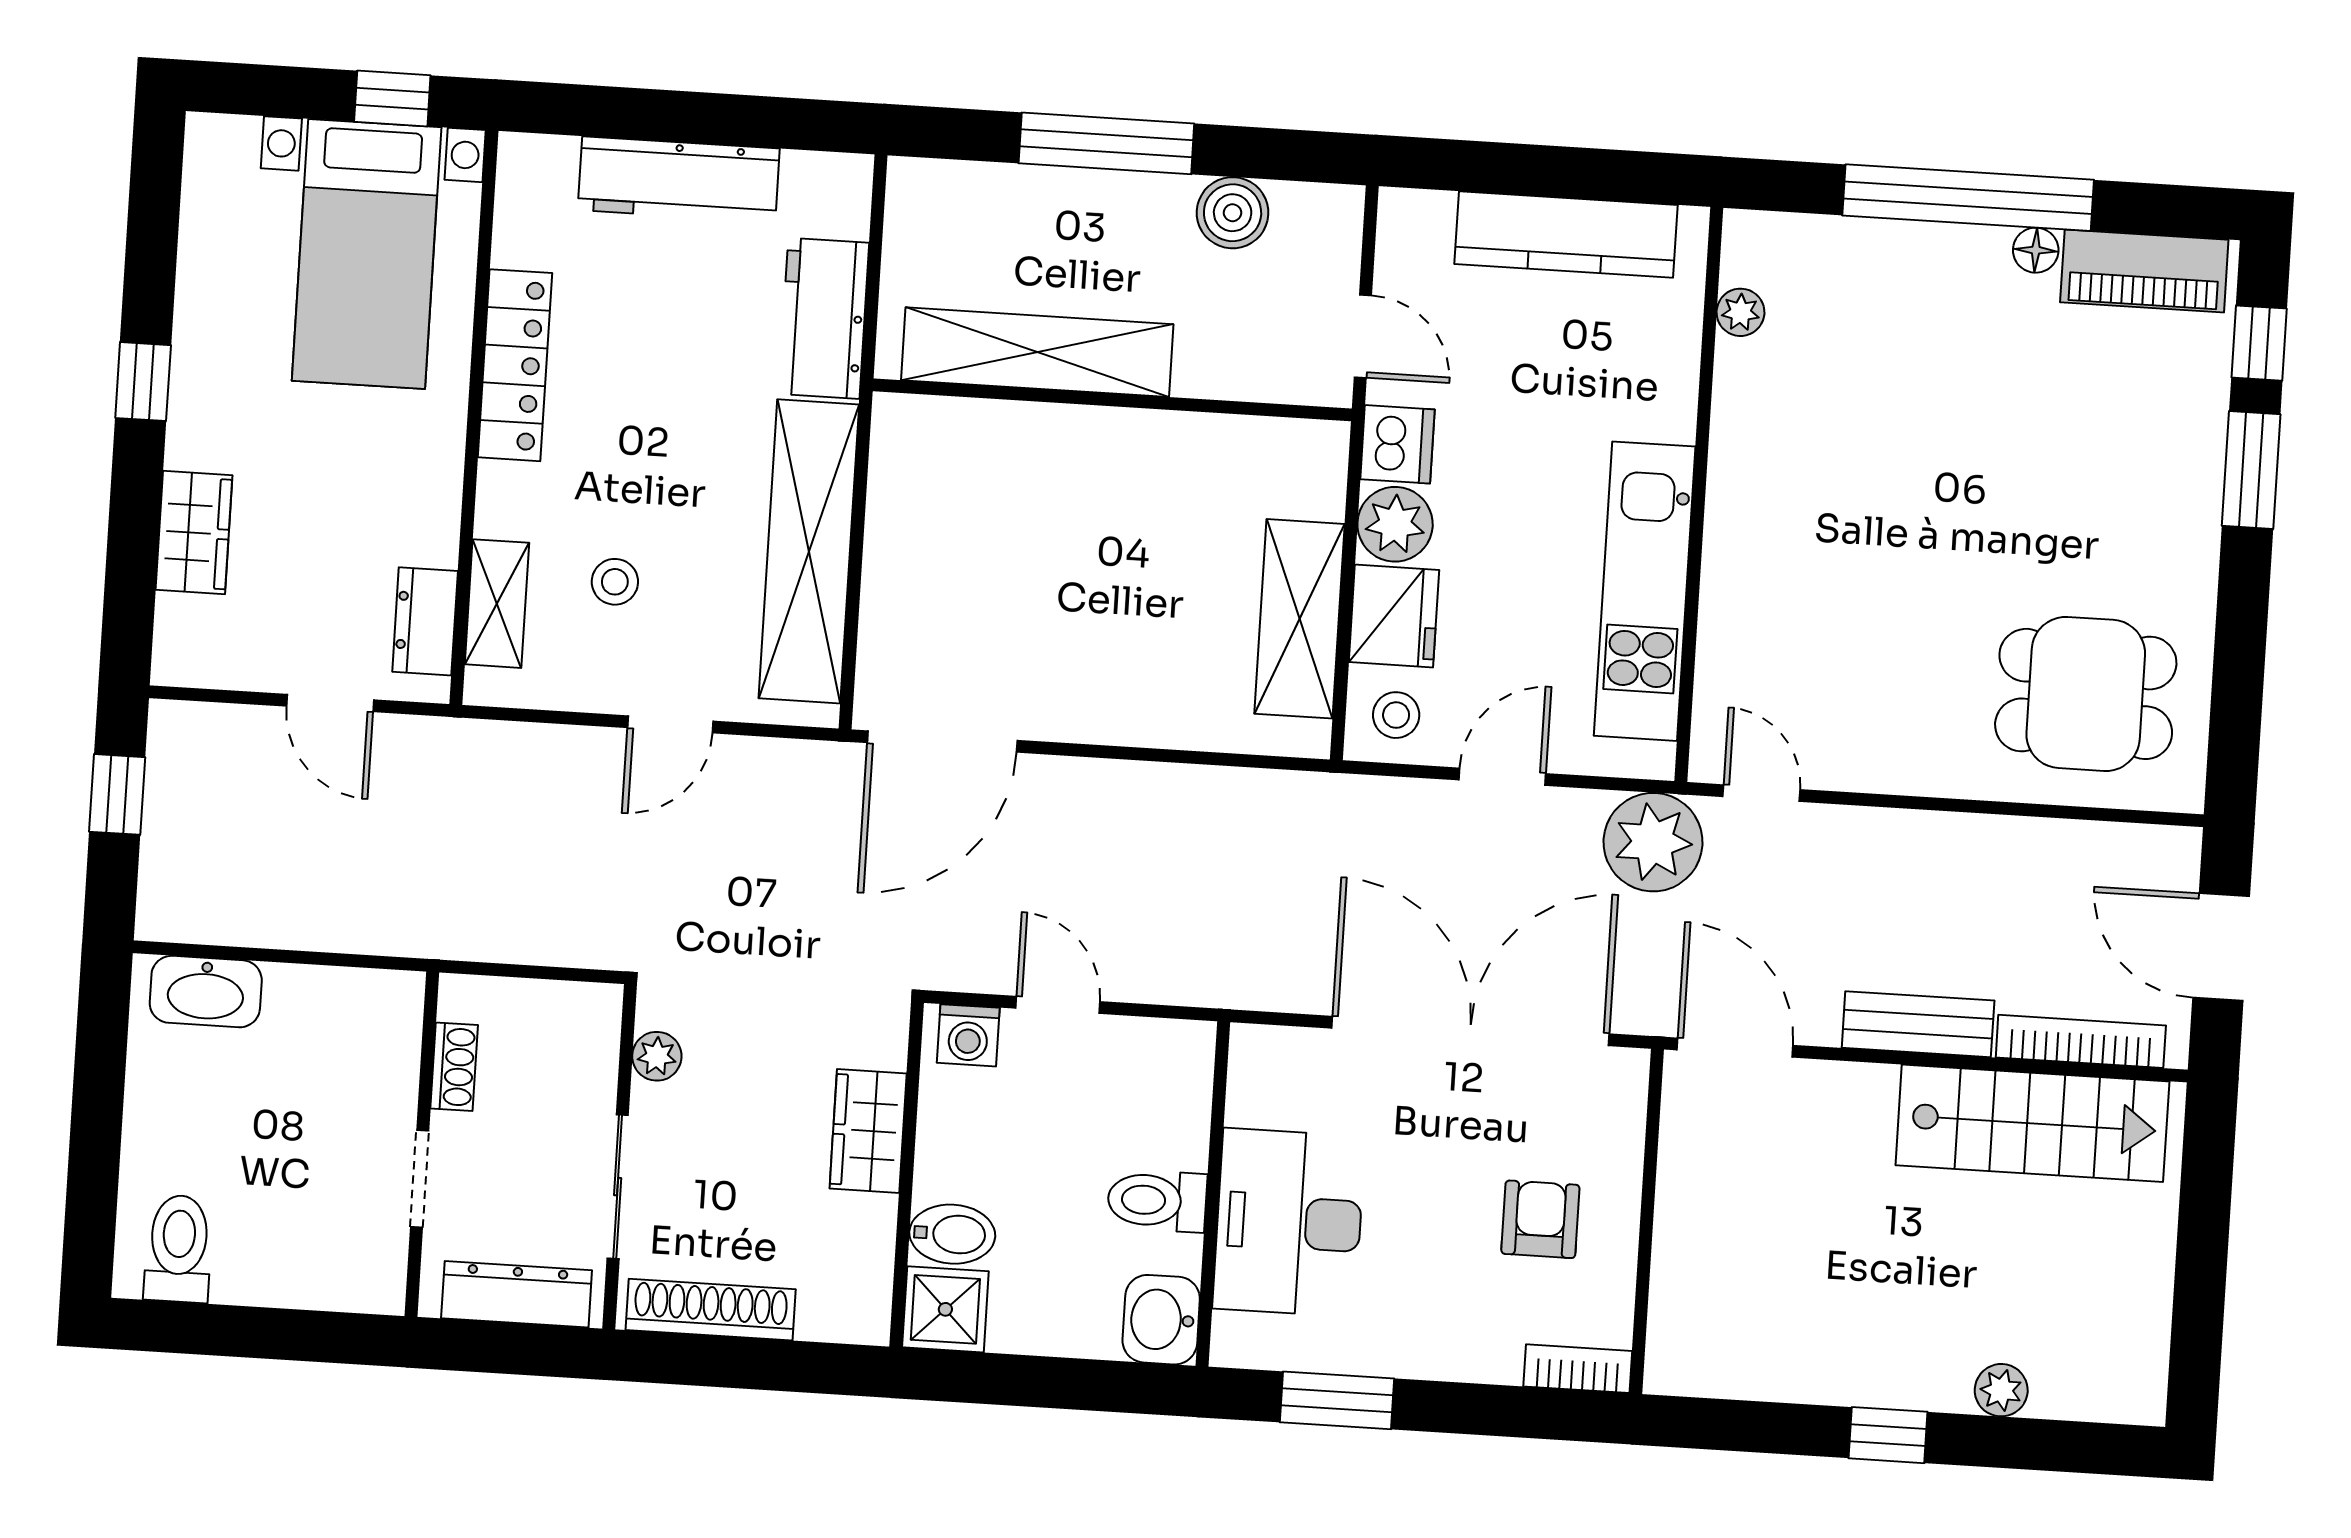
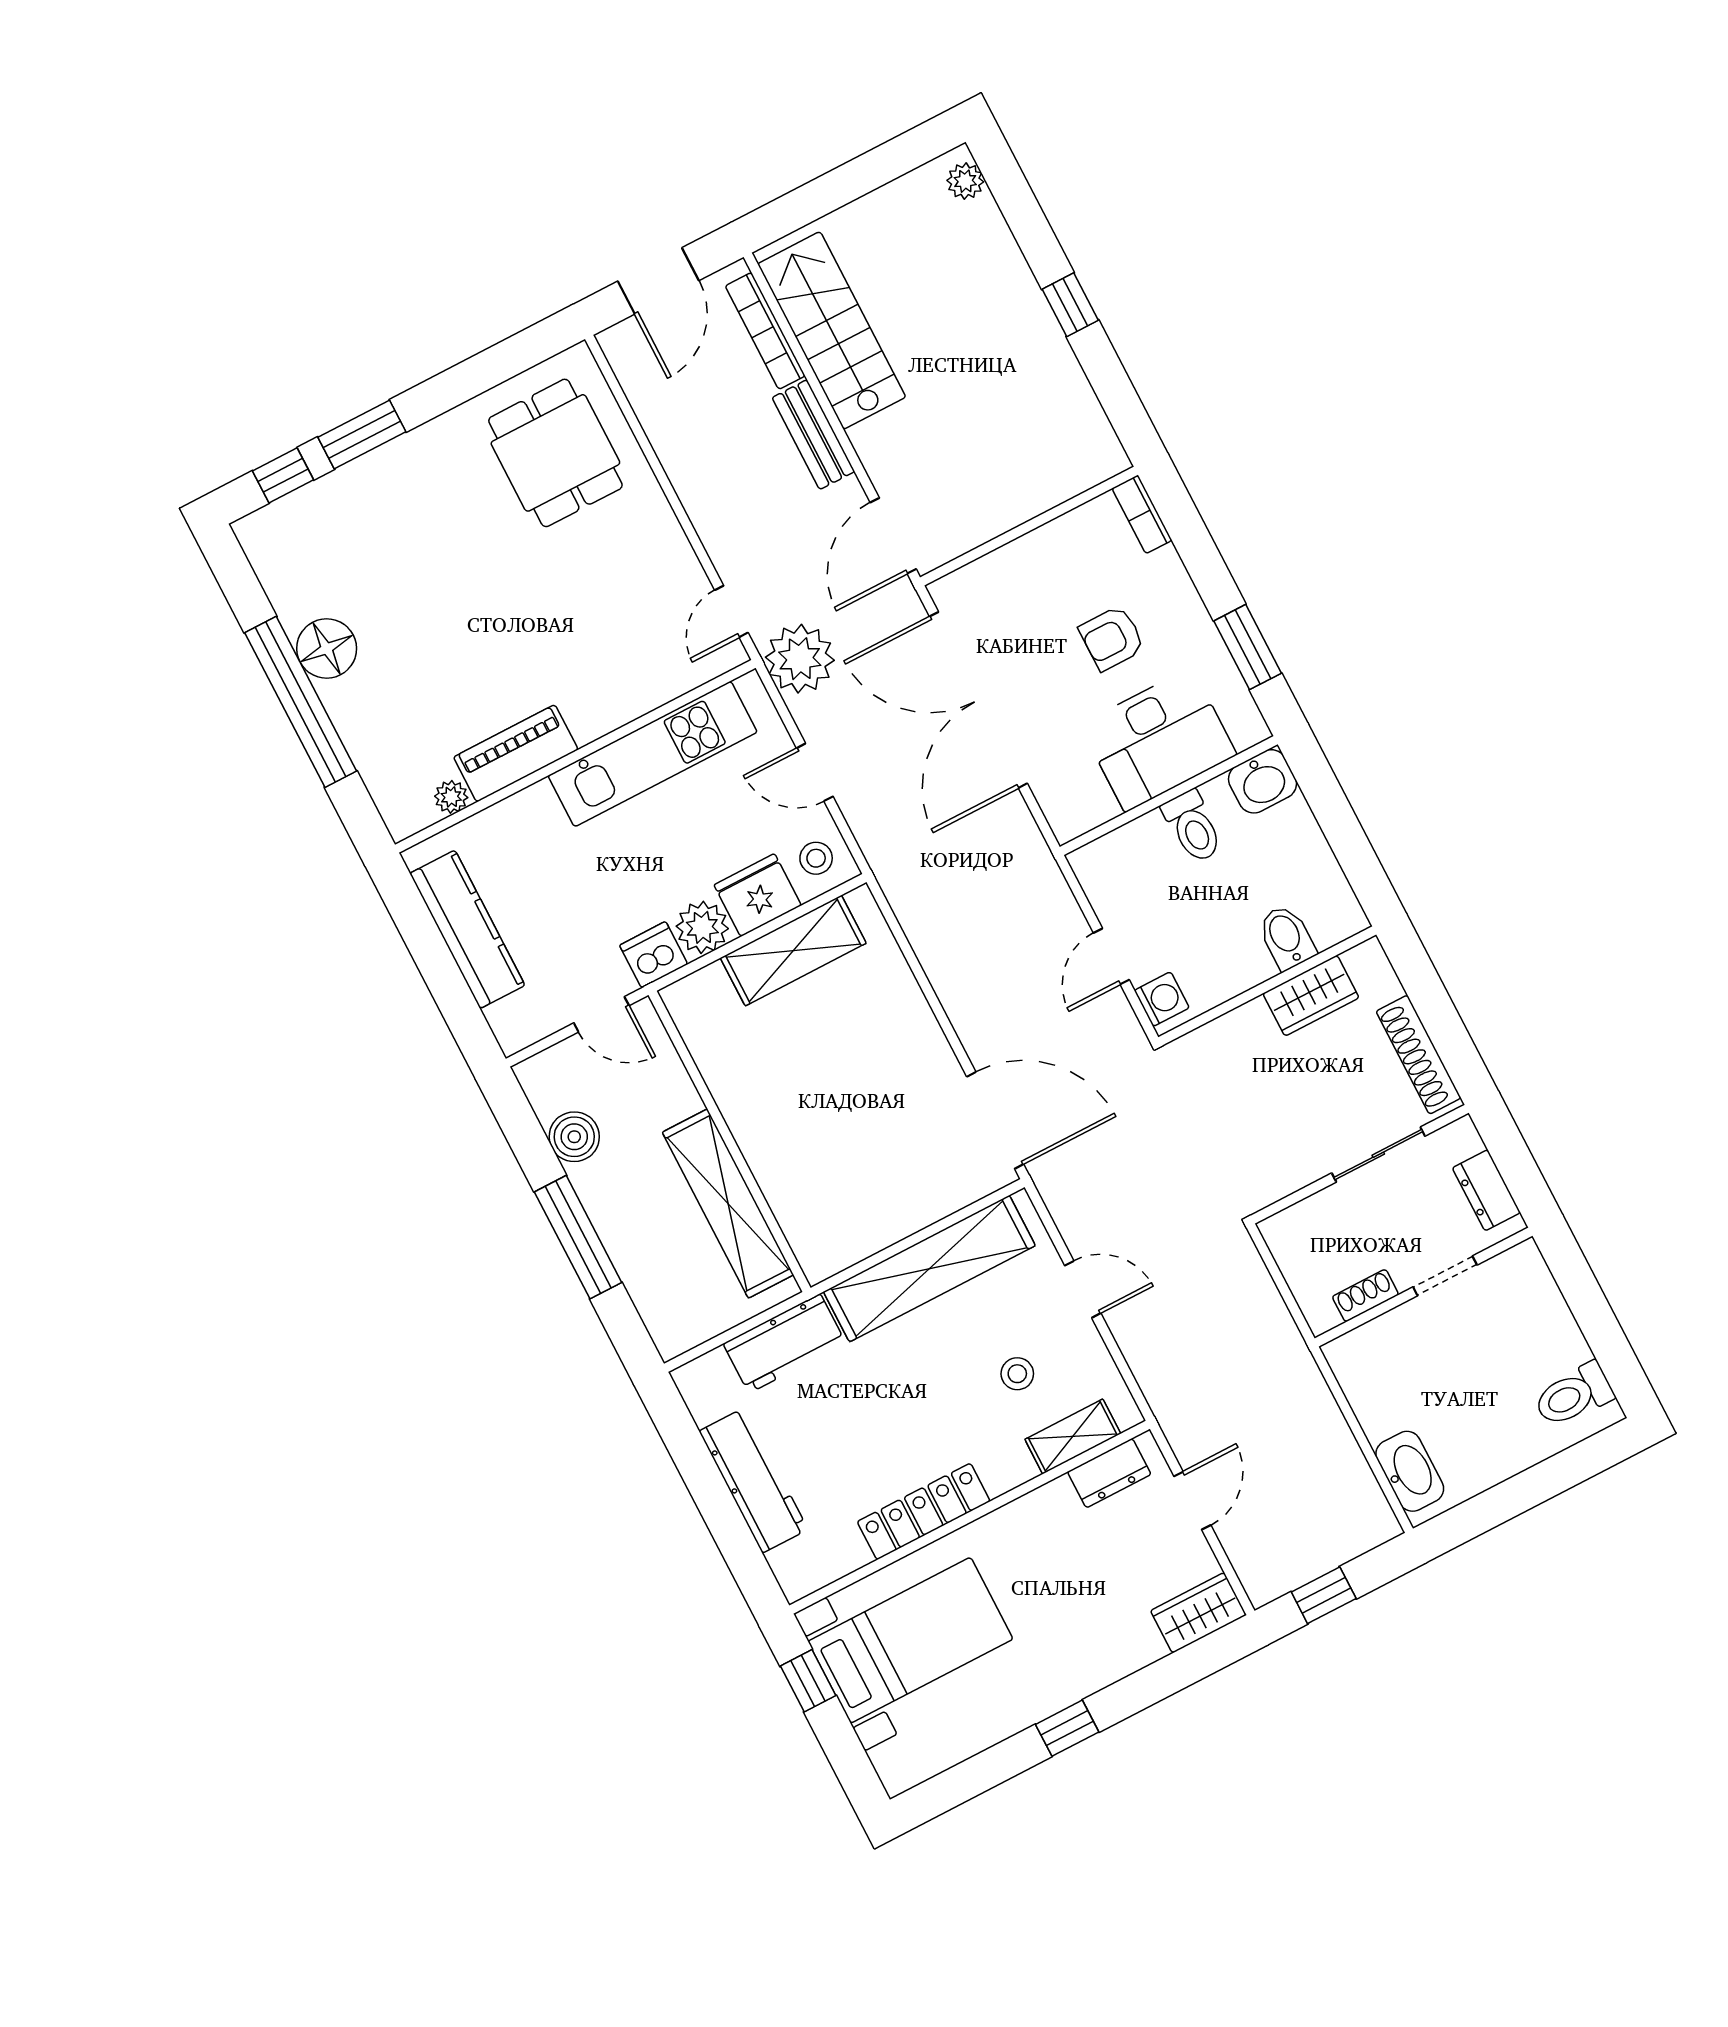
floor lamp: (2036, 250) -> (327, 649), width x1.89, depth x1.89
piano: (2144, 271) -> (516, 753), moved, turned -90
door: (1363, 336) -> (601, 1014), swing flipped
wardrobe: (194, 533) -> (1198, 1613), moved
plant: (657, 1056) -> (1286, 1178), removed
wardrobe: (868, 1131) -> (1311, 996), moved
armchair: (1540, 1219) -> (1112, 638), moved
dresser: (517, 1294) -> (1486, 1190), width x0.70
shower: (945, 1309) -> (1334, 914), removed
plant: (2001, 1390) -> (965, 181), moved

